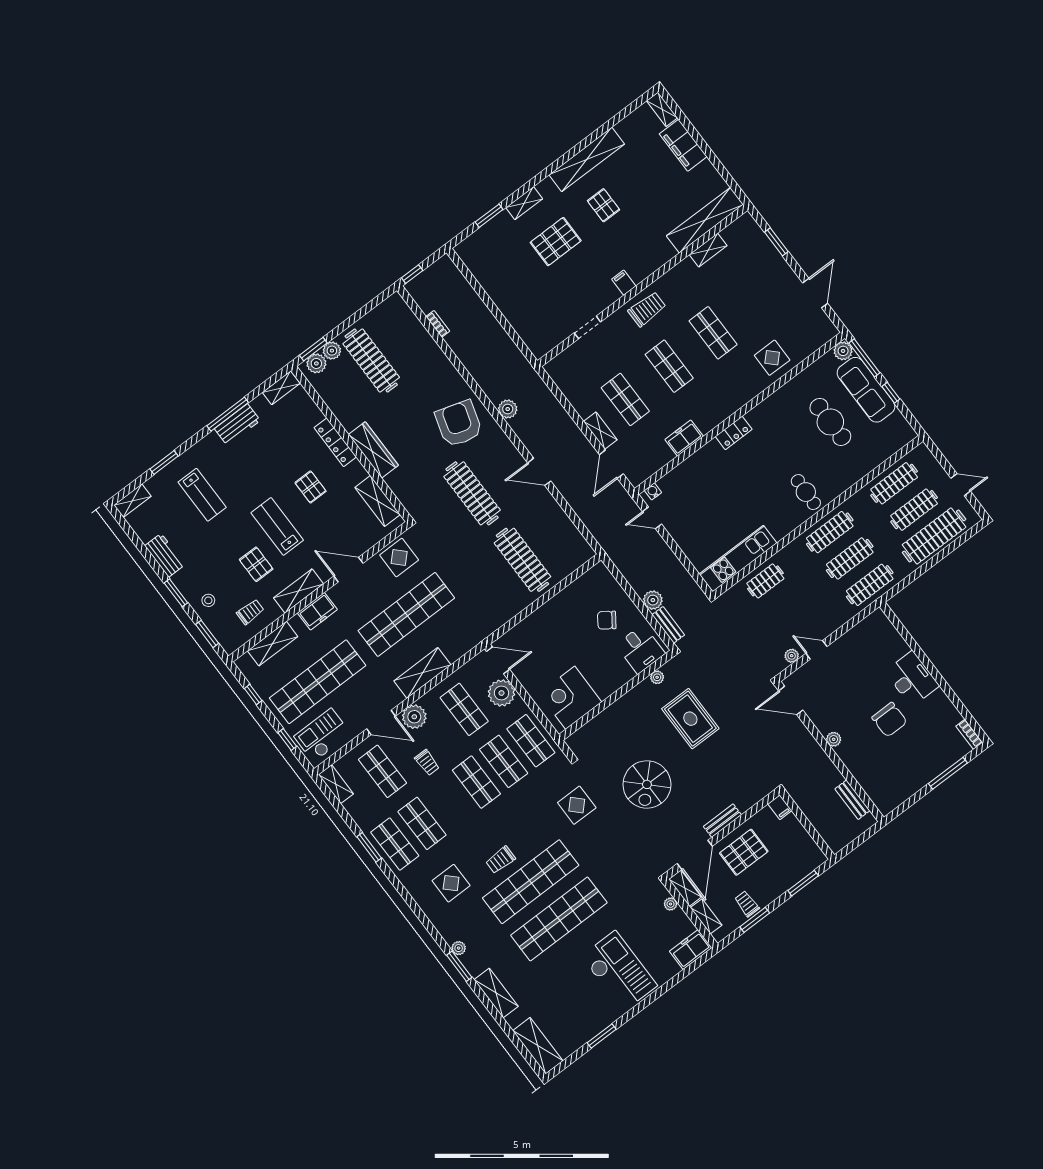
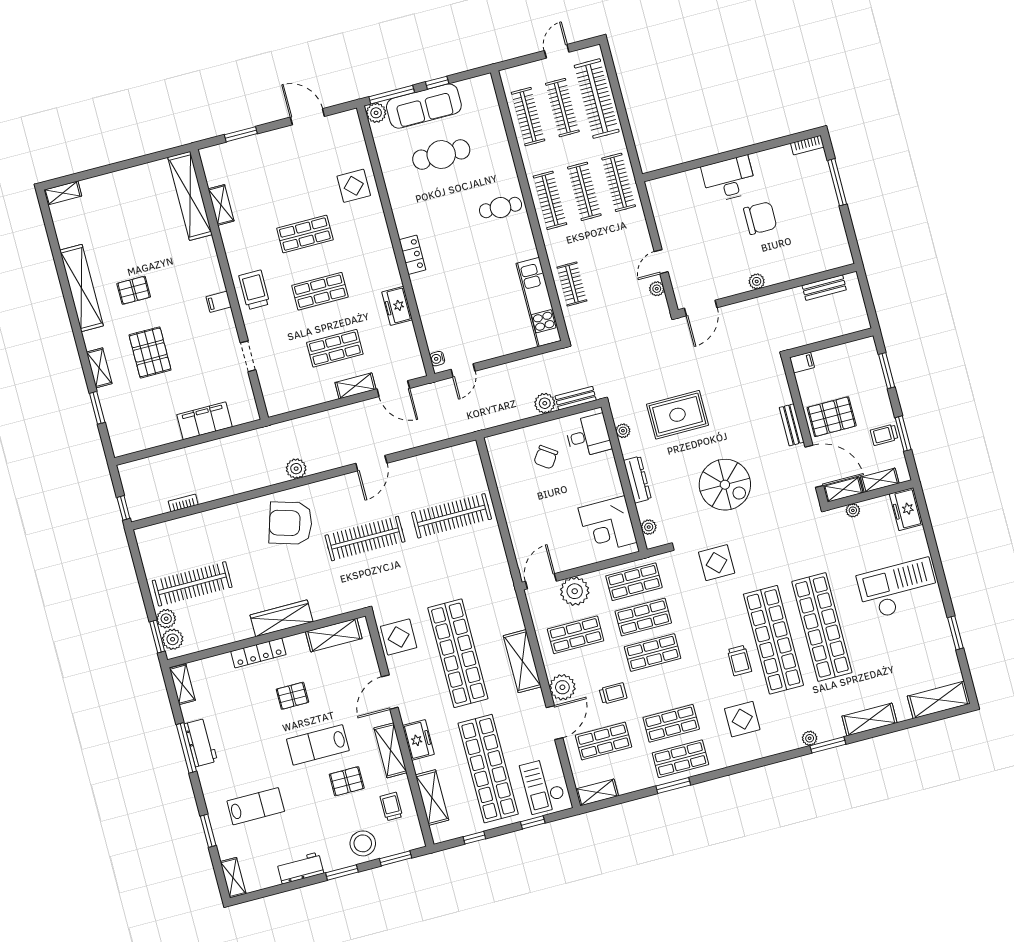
filing cabinet: (683, 145) -> (204, 421), moved, turned 180
stool: (208, 600) -> (363, 843), width x1.89, depth x1.89
dresser: (620, 707) -> (637, 480), added
plant: (583, 734) -> (649, 527), added
pallet: (744, 852) -> (832, 417), turned 90

